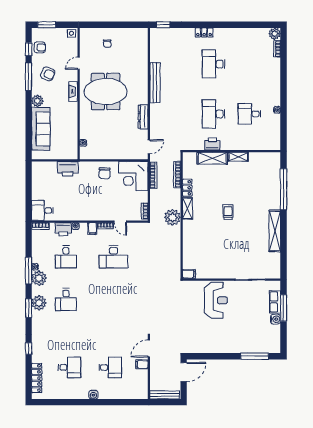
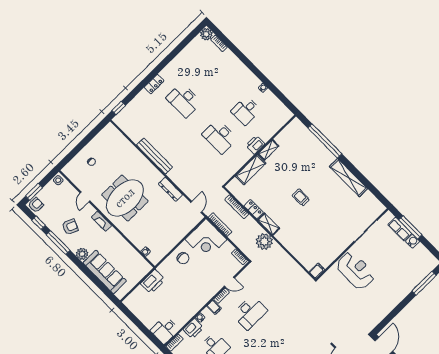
armchair: (40, 47) -> (36, 205), moved
printer: (212, 144) -> (255, 145), moved

